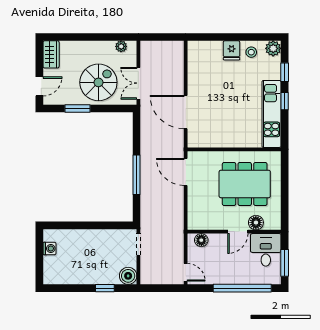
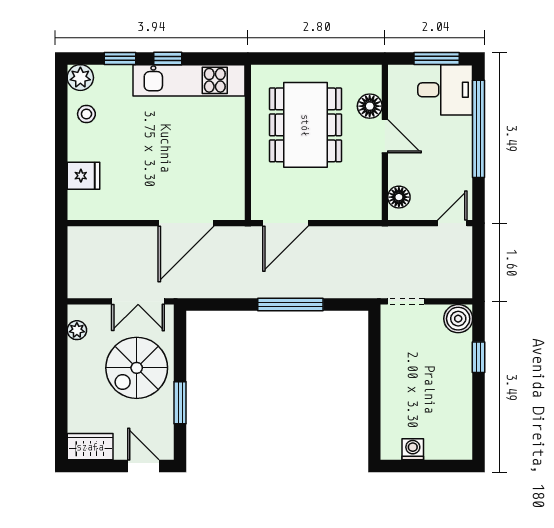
fridge: (232, 50) -> (83, 176), moved
spiral stairs: (98, 82) -> (137, 368), turned -90
desk: (266, 250) -> (445, 90), moved, turned 180

